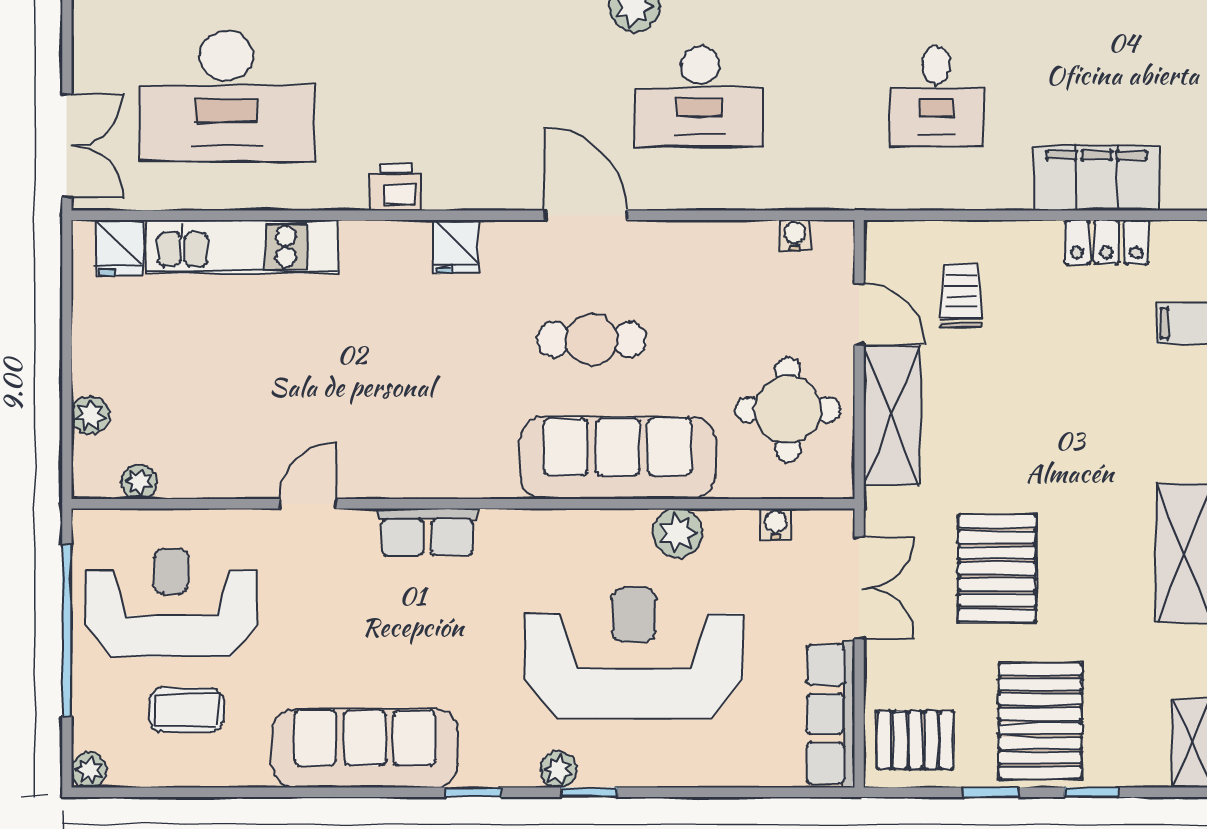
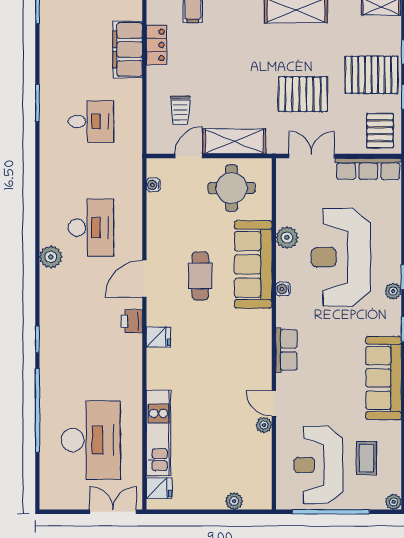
printer: (396, 187) -> (132, 321), moved
trolley: (961, 295) -> (180, 110), turned -90
plant: (139, 482) -> (264, 425), moved
water cooler: (776, 524) -> (283, 289), moved

